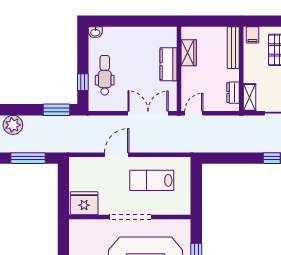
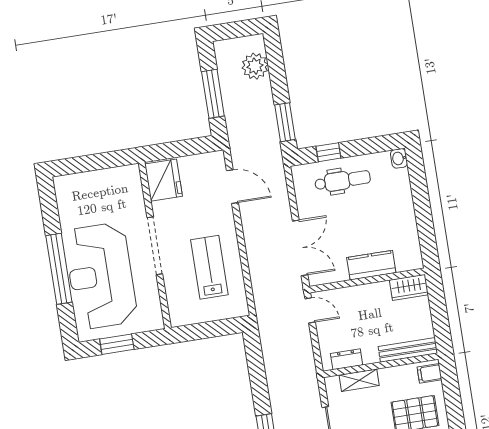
wardrobe: (189, 53) -> (409, 287), moved
shelving: (249, 97) -> (359, 380), moved
door: (117, 155) -> (232, 187), moved

